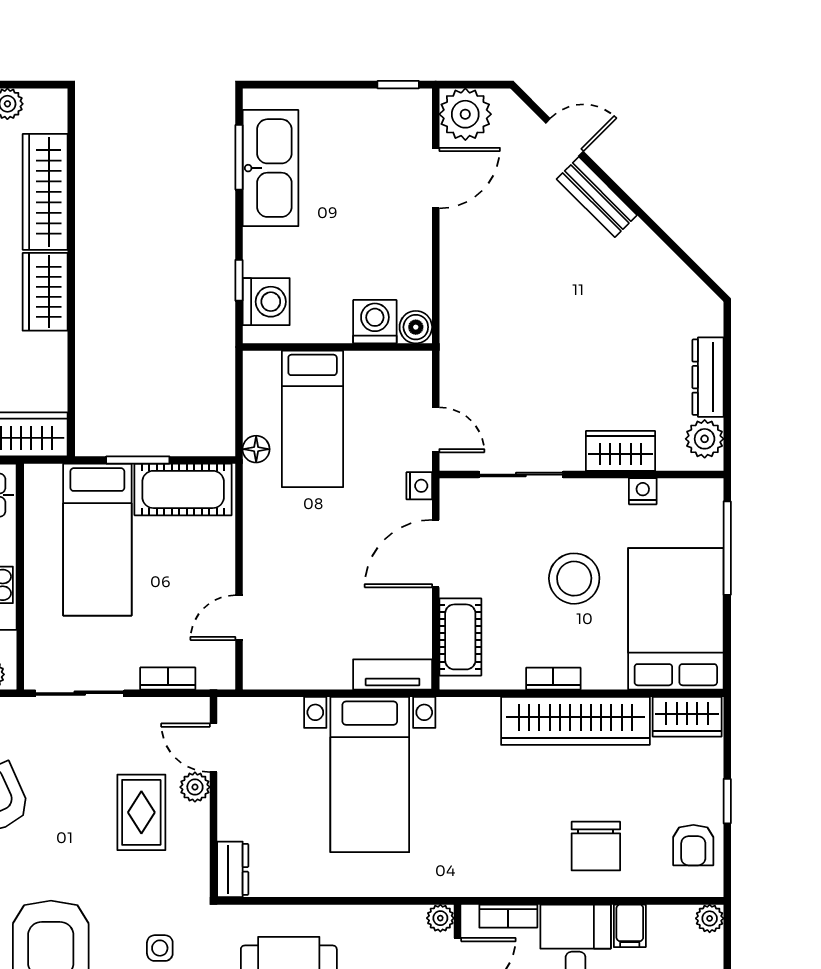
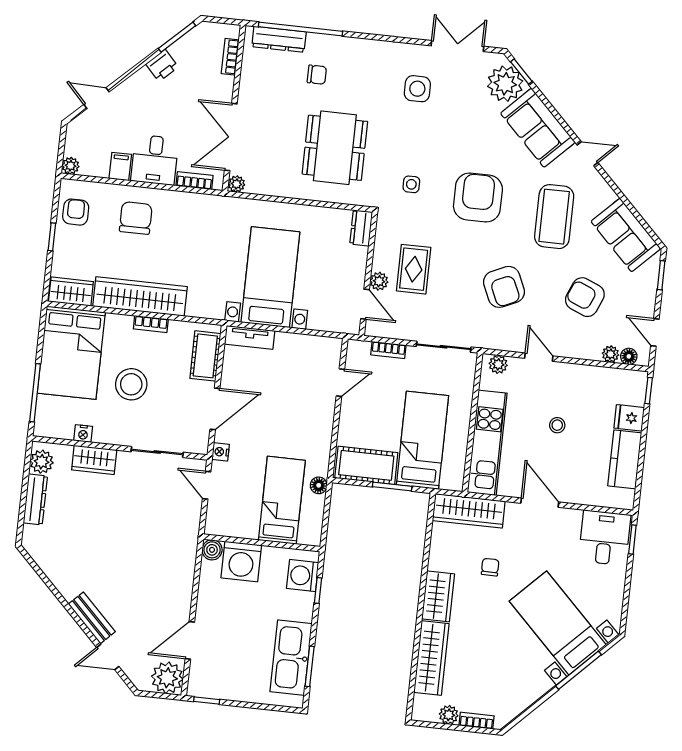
washing machine: (375, 322) -> (241, 561), width x1.37, depth x1.37

